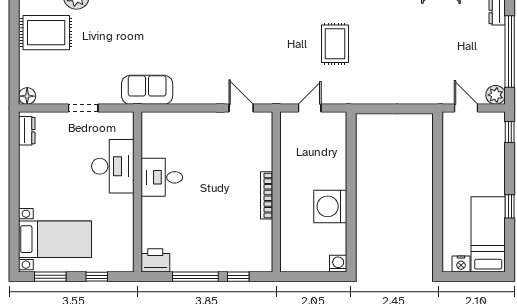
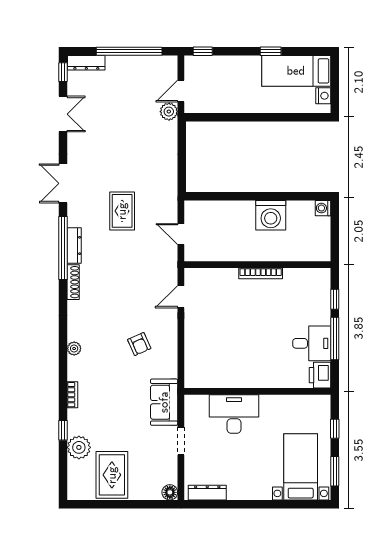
rug: (335, 44) -> (122, 211), turned 90
armchair: (189, 63) -> (139, 344), added
sofa: (147, 90) -> (164, 402), moved
plant: (496, 95) -> (169, 112), moved
dresser: (27, 131) -> (207, 493), width x1.44
desk: (162, 177) -> (312, 343), moved, turned -90

